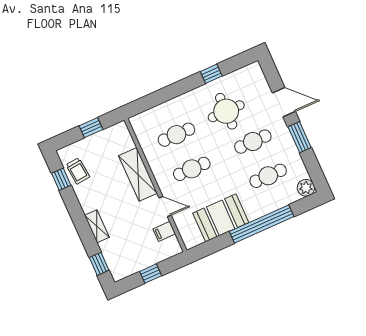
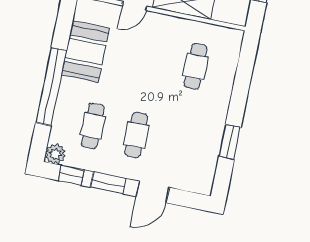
window: (211, 74) -> (230, 142), width x1.50
round table: (226, 111) -> (184, 130), removed
window: (313, 166) -> (71, 175), added
cafe table: (192, 169) -> (152, 57), removed

